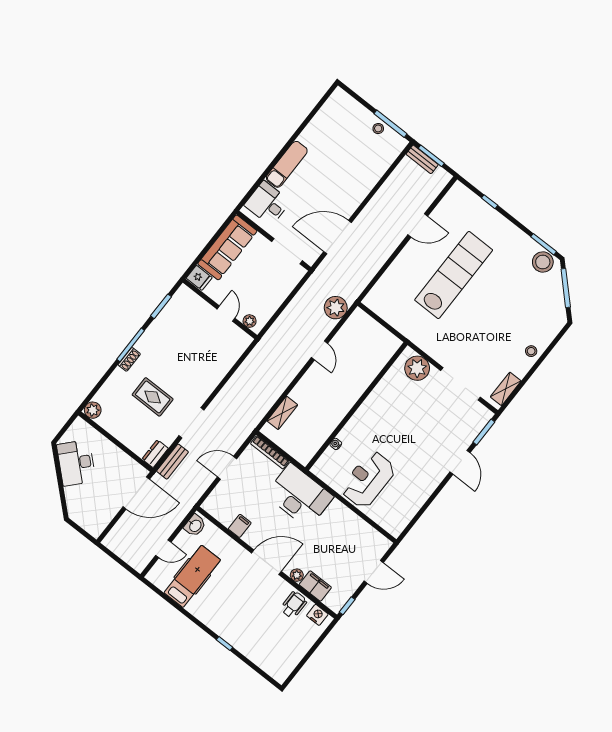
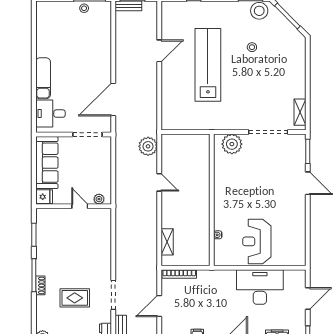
stool: (531, 351) -> (252, 47), moved
desk: (299, 496) -> (260, 287), moved

